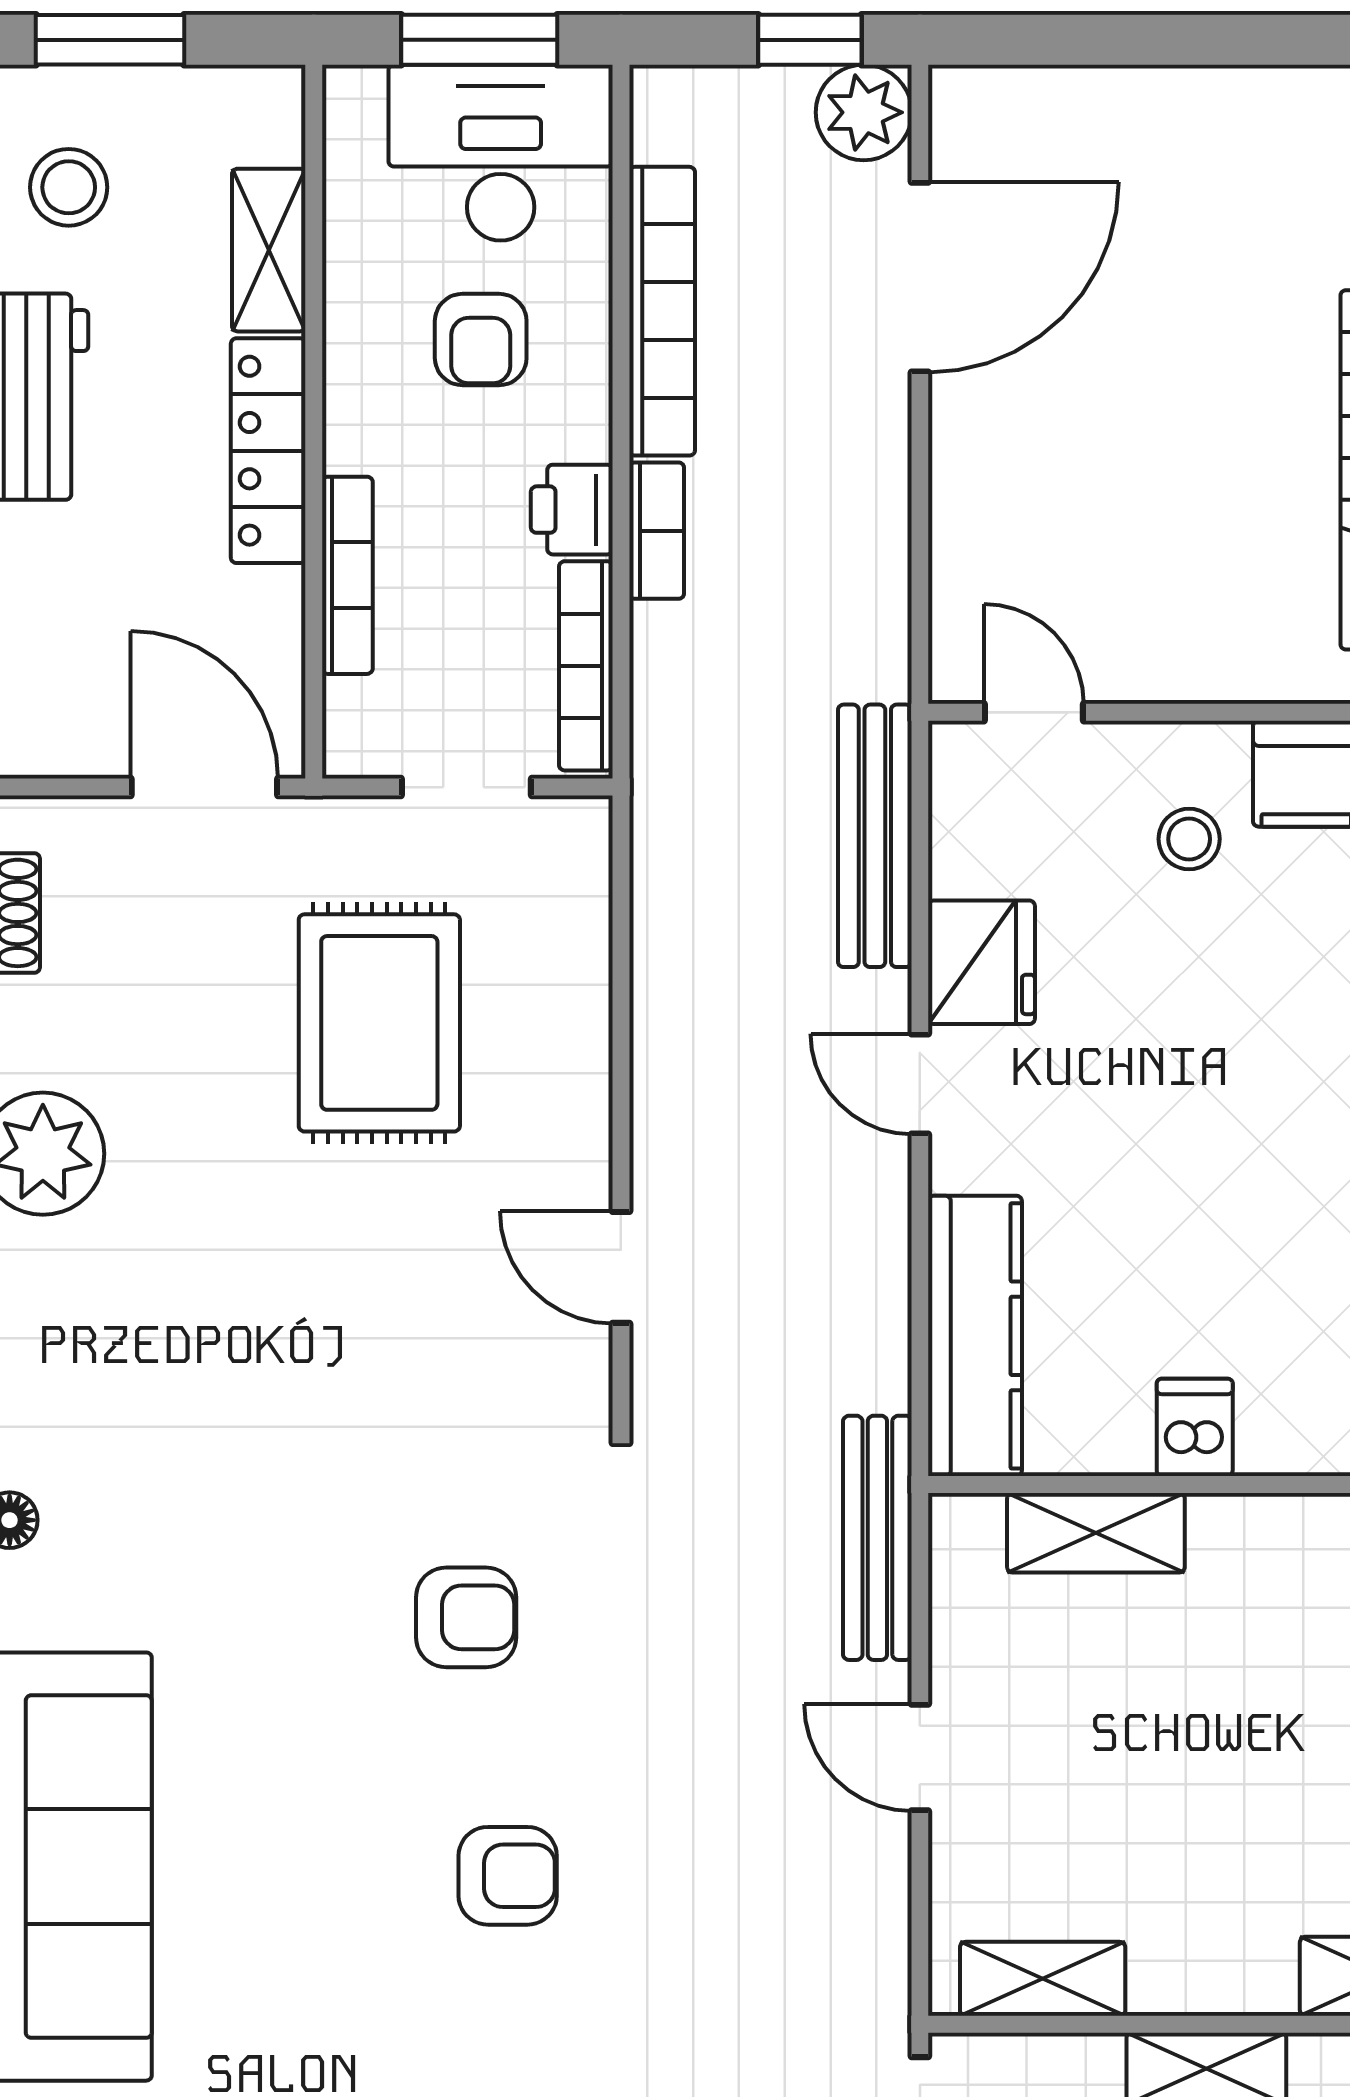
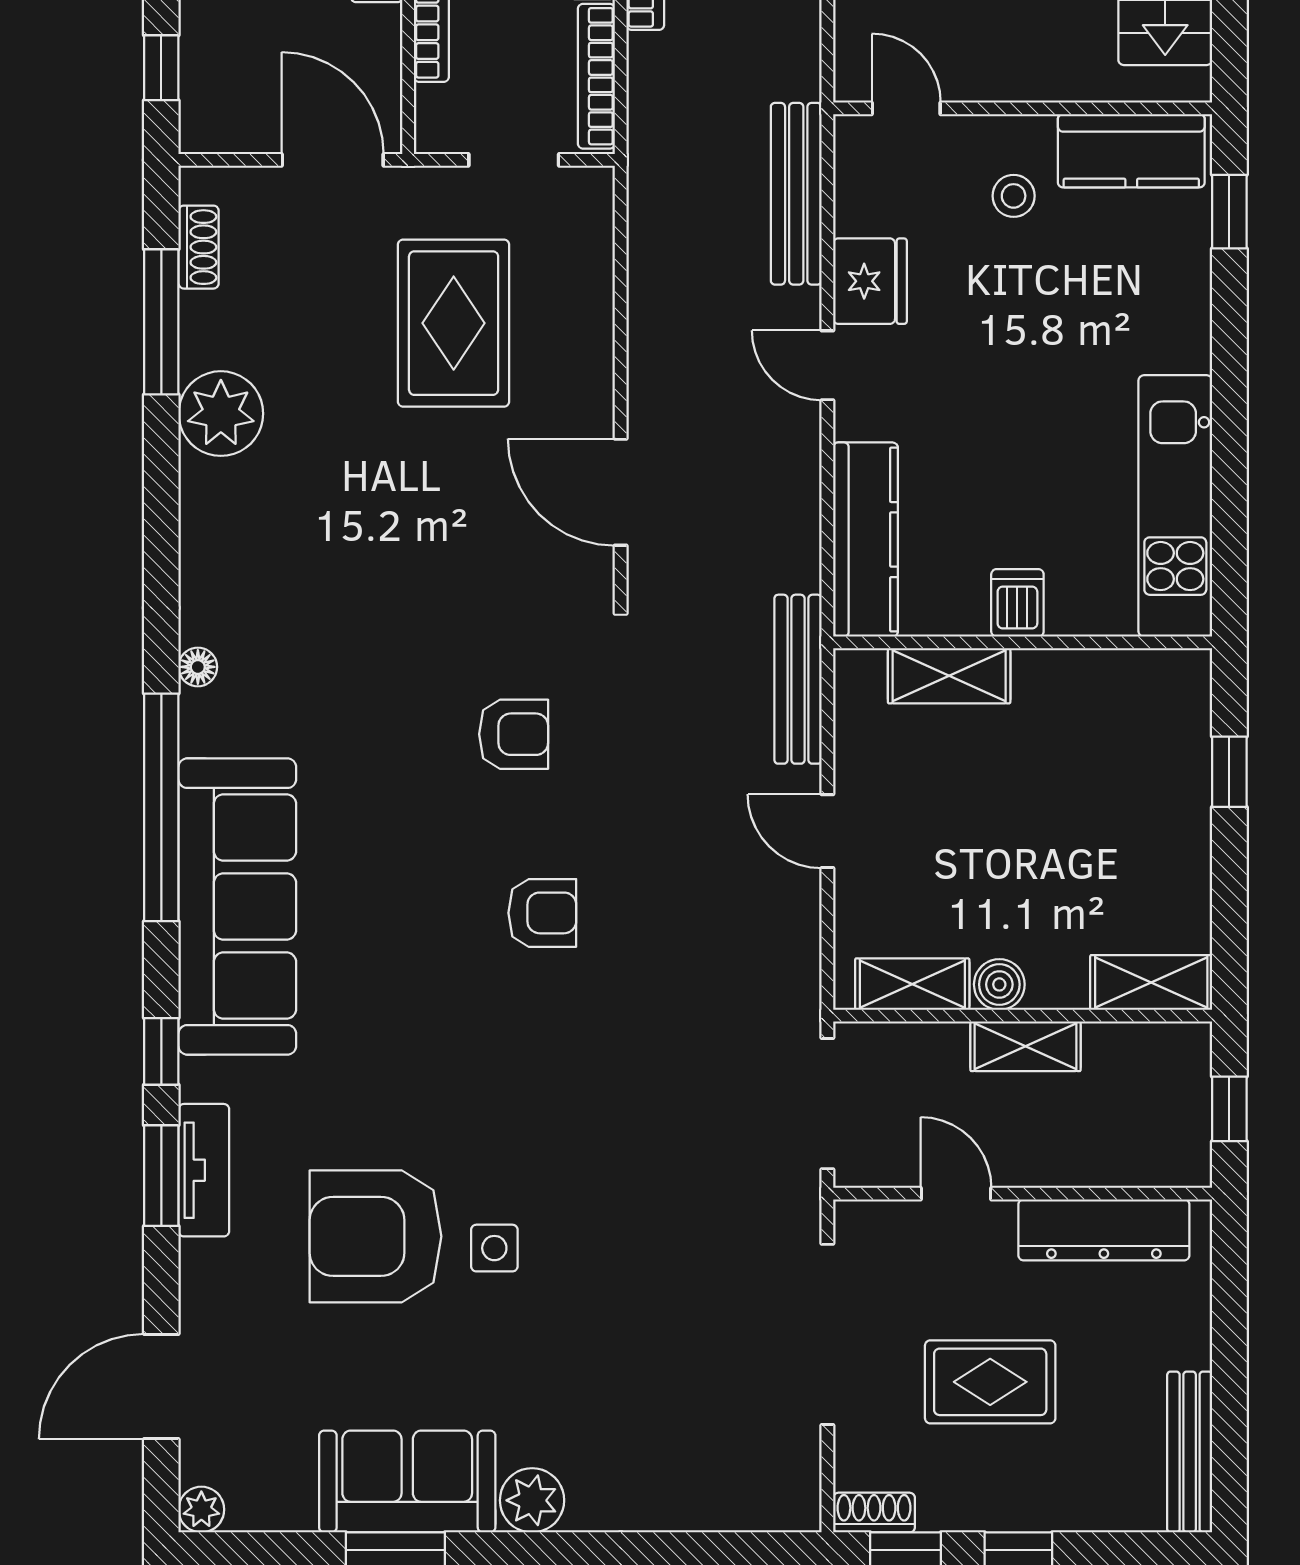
door: (621, 1267) -> (621, 492), width x1.38
boiler: (1169, 1979) -> (999, 984), added

